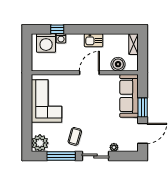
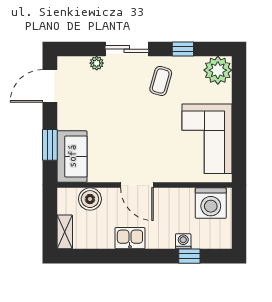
washing machine: (46, 43) -> (211, 203), moved, turned 180
door: (89, 73) -> (137, 185), hinge flipped
sofa: (129, 96) -> (72, 156), width x0.73
window: (143, 107) -> (50, 145), moved
window: (61, 156) -> (183, 49), width x0.46

